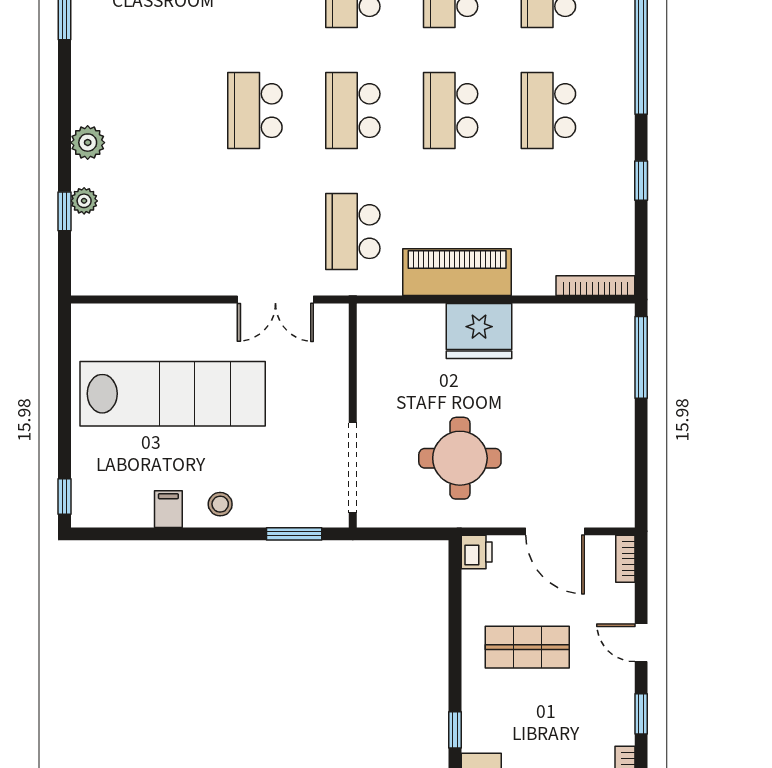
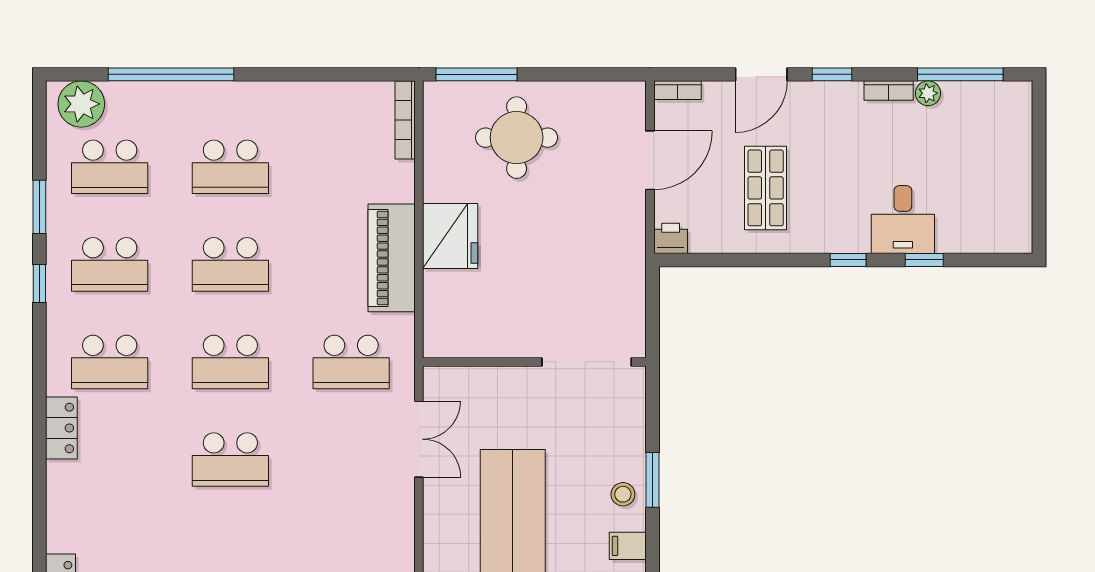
window: (641, 181) -> (300, 74), removed
round table: (460, 458) -> (517, 138), moved
window: (294, 534) -> (653, 480), moved
door: (641, 643) -> (761, 74), width x1.38

